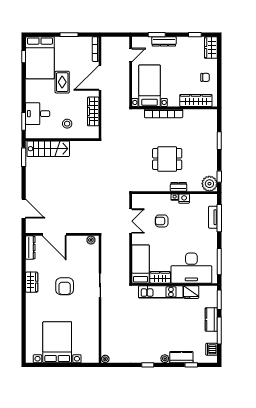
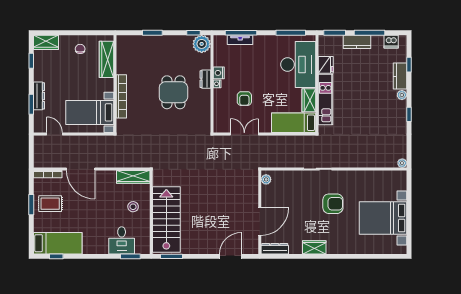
bed: (40, 58) -> (58, 243), width x0.67
rug: (62, 82) -> (50, 204), moved
wardrobe: (93, 111) -> (133, 177), moved
stairs: (48, 149) -> (166, 220), width x1.36, depth x1.51
armchair: (65, 286) -> (333, 204), moved

